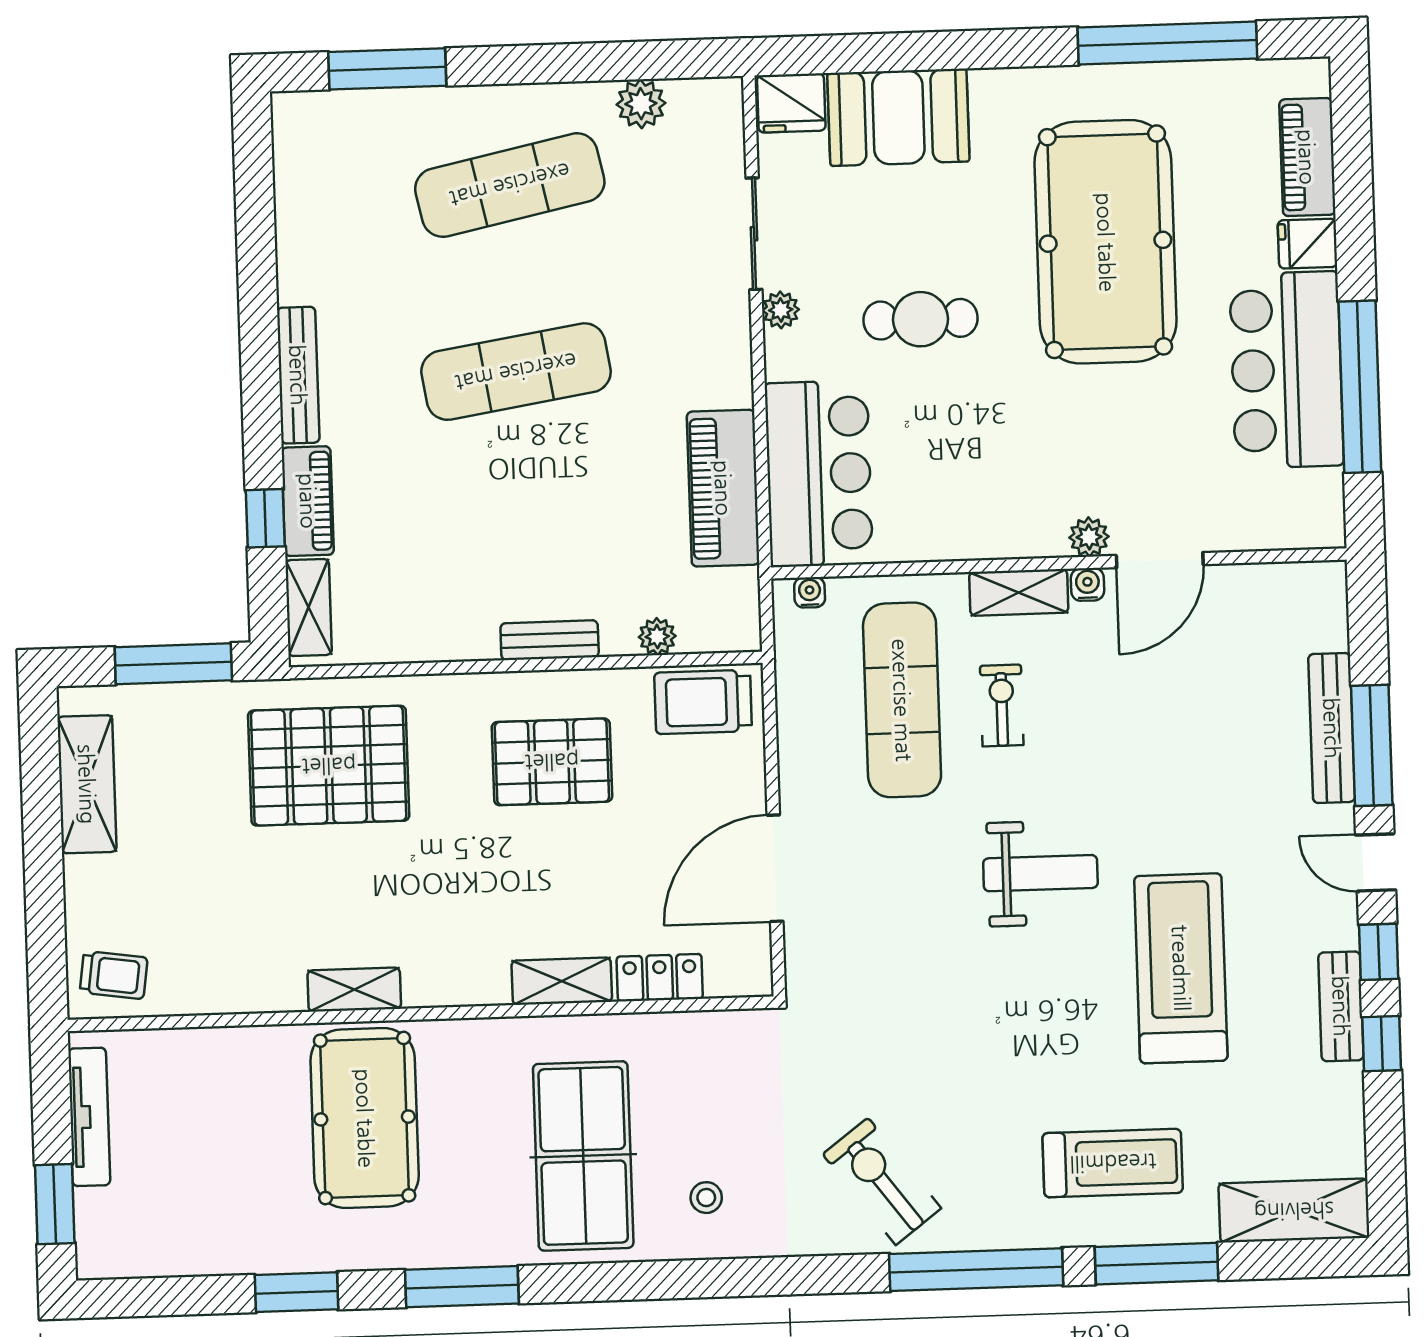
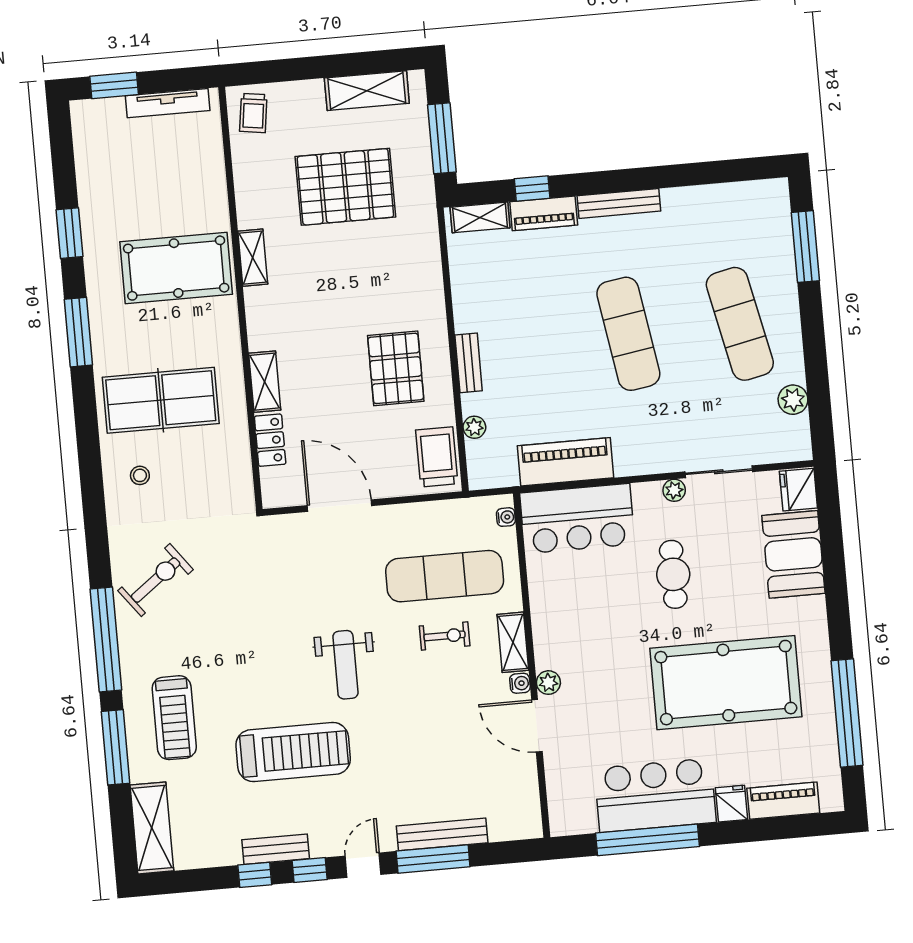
pallet: (329, 766) -> (345, 187), moved, turned 90

